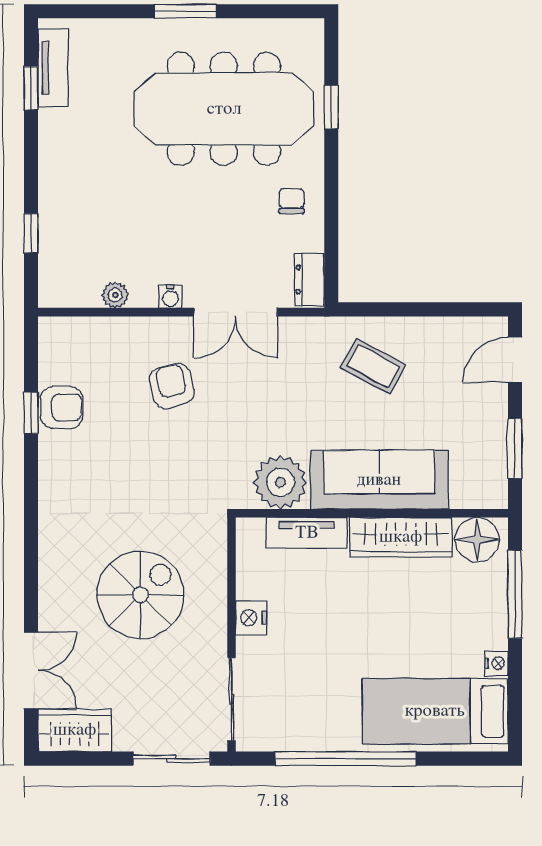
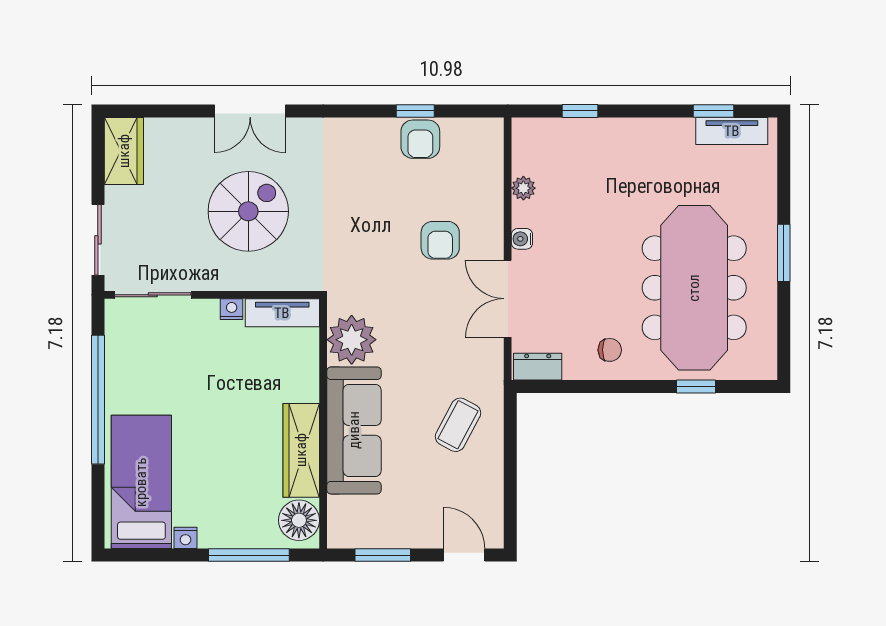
armchair: (172, 386) -> (440, 240), turned 104
tv unit: (307, 533) -> (282, 313), moved, turned -90
spiral stairs: (140, 595) -> (248, 211), turned -90
nightstand: (251, 618) -> (232, 309), width x0.72, depth x0.74
double door: (31, 670) -> (250, 111), moved

